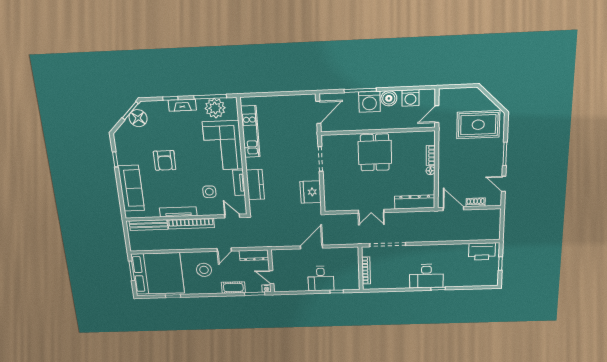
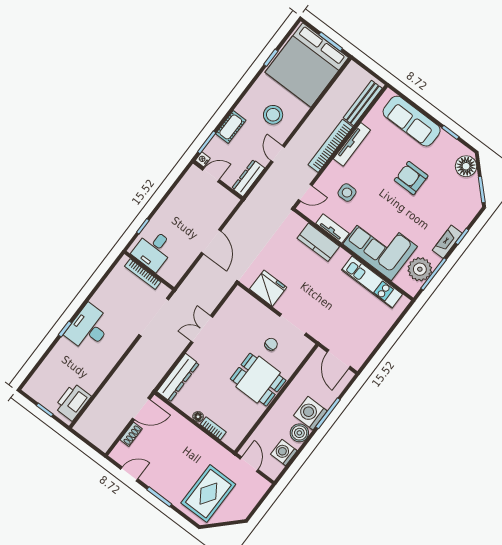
floor lamp: (138, 118) -> (466, 166), moved
chair: (345, 162) -> (271, 344), added
desk: (321, 279) -> (153, 250), moved, turned -90

